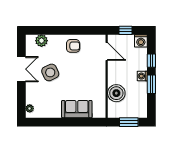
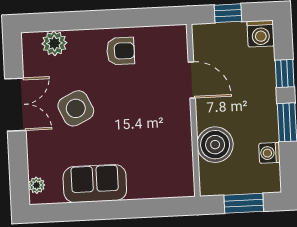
door: (107, 52) -> (192, 80), moved
washing machine: (142, 76) -> (269, 153), moved
sofa: (77, 109) -> (95, 184), moved

